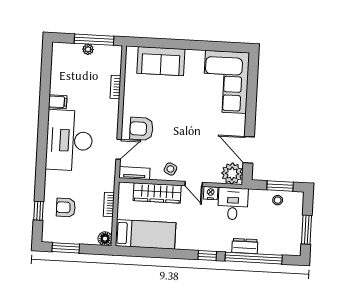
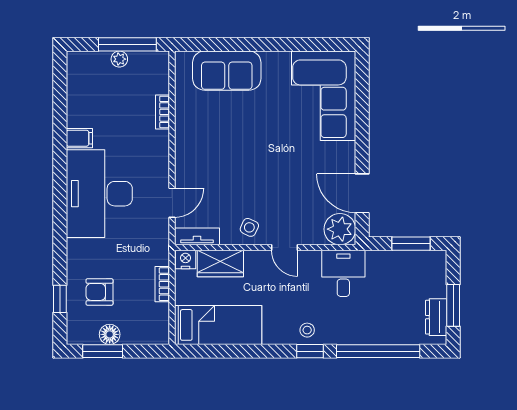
armchair: (141, 129) -> (204, 171), removed
wardrobe: (157, 193) -> (220, 263), width x0.67
nightstand: (211, 193) -> (185, 259), moved
stool: (278, 200) -> (307, 330), moved
floor lamp: (105, 239) -> (110, 334), moved
dresser: (245, 246) -> (436, 317), moved, turned -90

